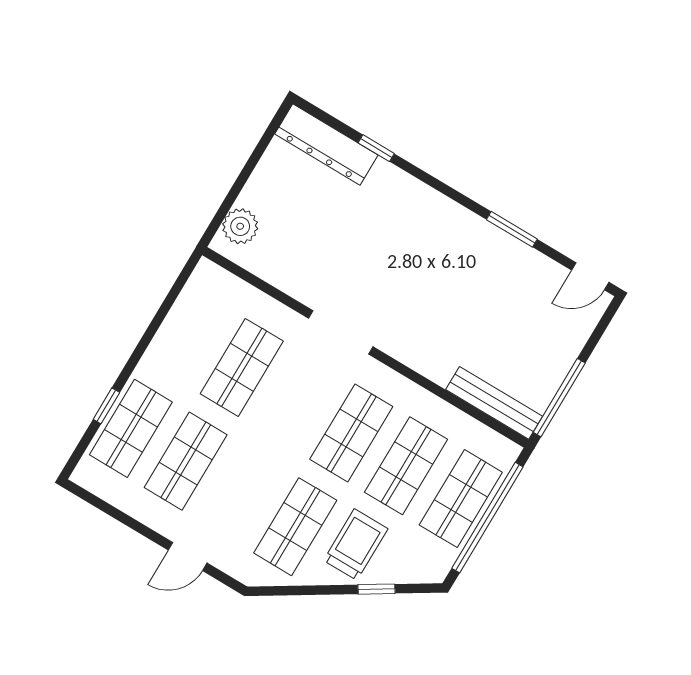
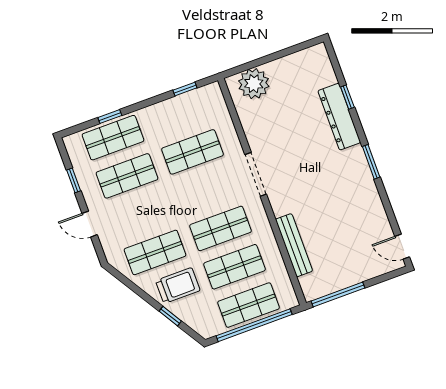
dresser: (326, 145) -> (339, 117), moved
plant: (240, 226) -> (254, 84), width x1.36, depth x1.36
window: (512, 229) -> (371, 162), moved
window: (171, 298) -> (185, 89), added
bench: (494, 403) -> (294, 245), moved
window: (125, 519) -> (74, 180), added

